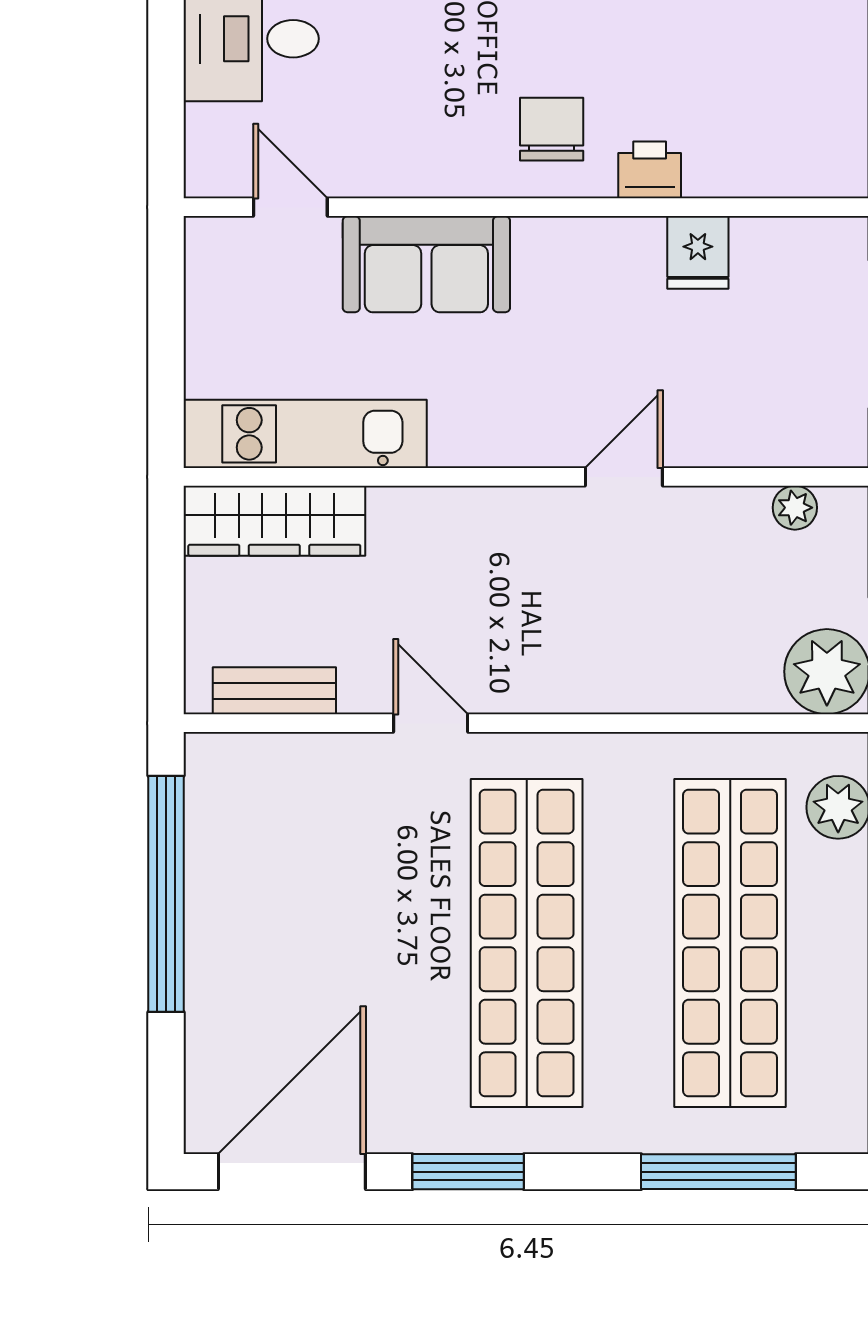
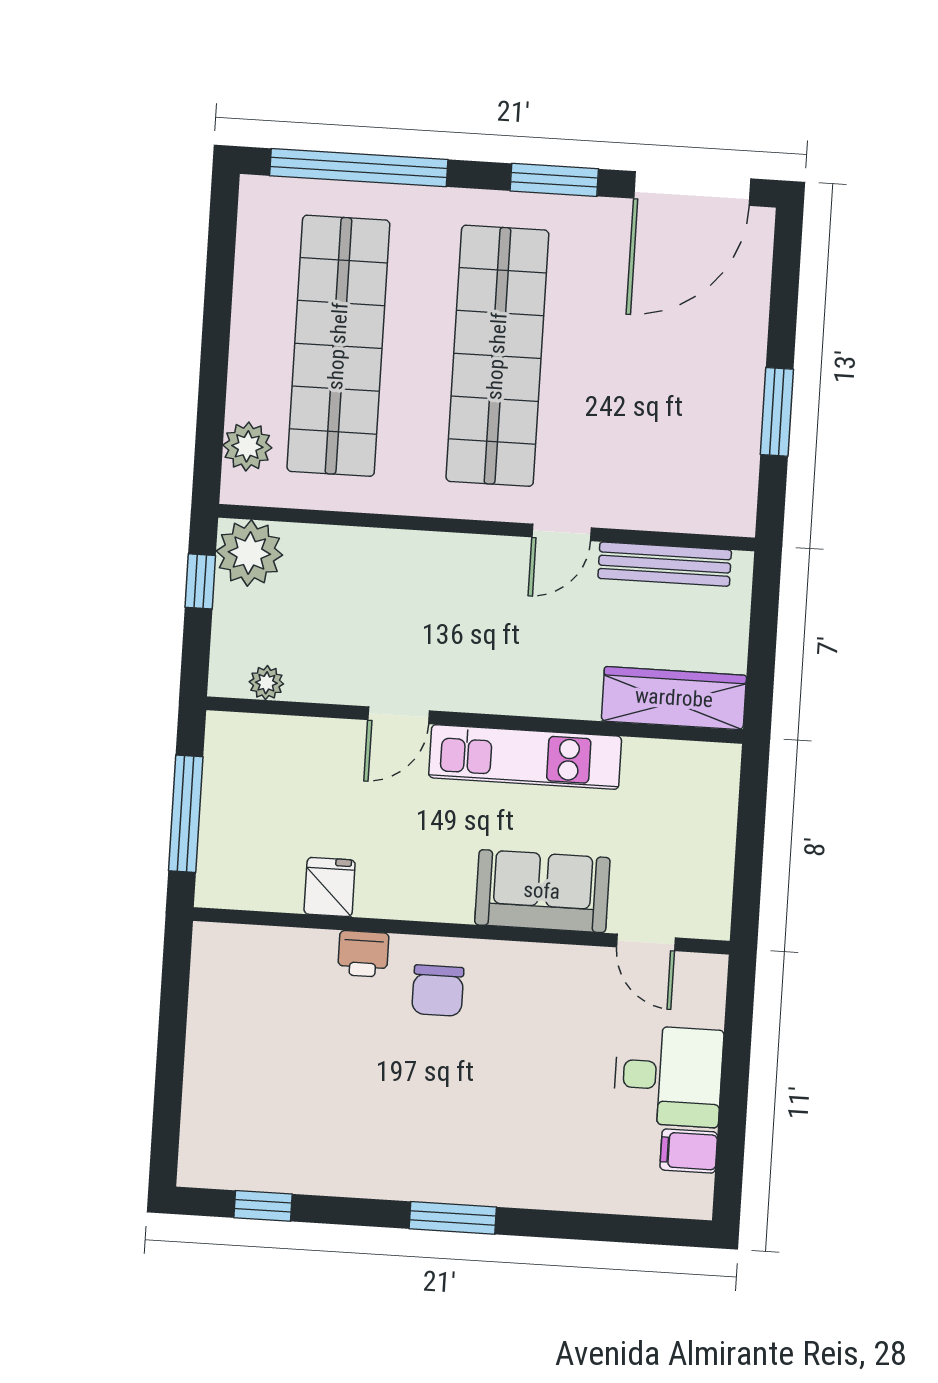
kitchen unit: (305, 434) -> (525, 757), moved
bench: (274, 691) -> (665, 564), width x1.36
door: (431, 723) -> (562, 532), hinge flipped
window: (166, 894) -> (777, 412), width x0.47
window: (718, 1172) -> (359, 168), width x1.46

